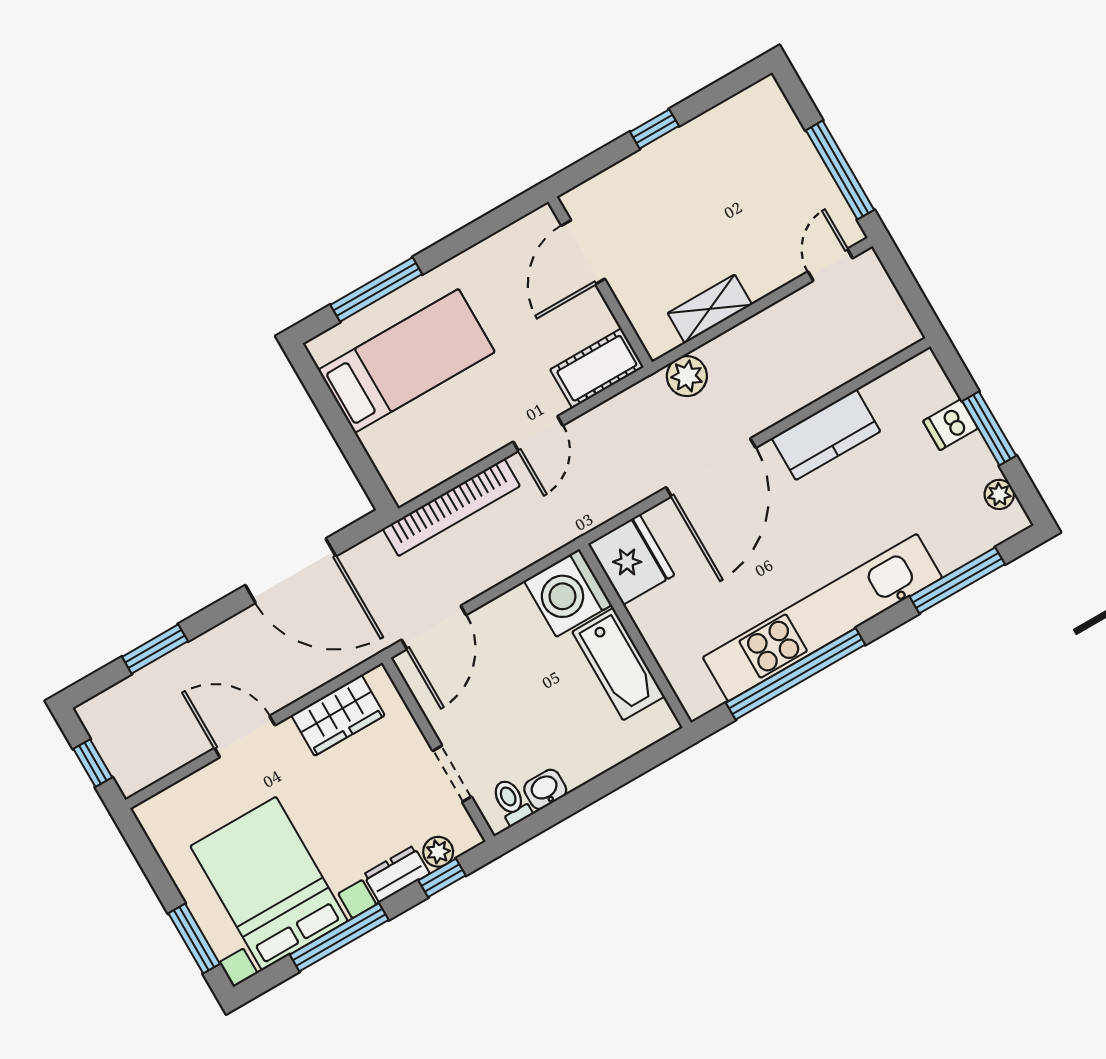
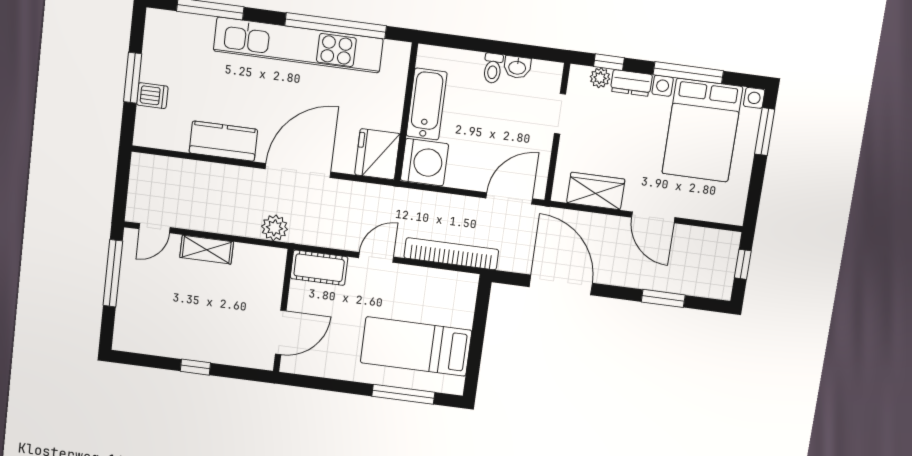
shelving: (710, 309) -> (207, 250), moved
plant: (999, 494) -> (153, 38), removed
toilet: (511, 802) -> (493, 68), moved

